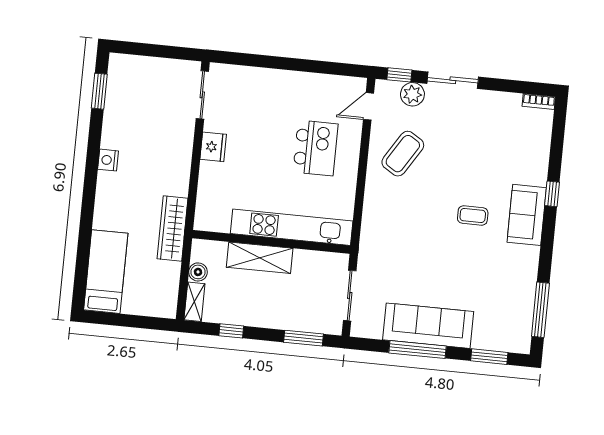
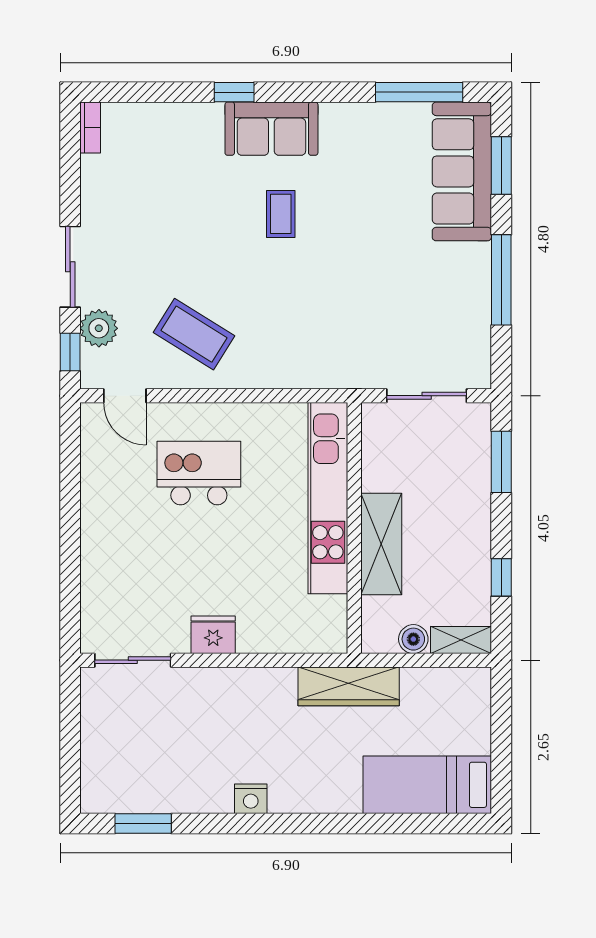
sofa: (428, 326) -> (462, 171), moved

